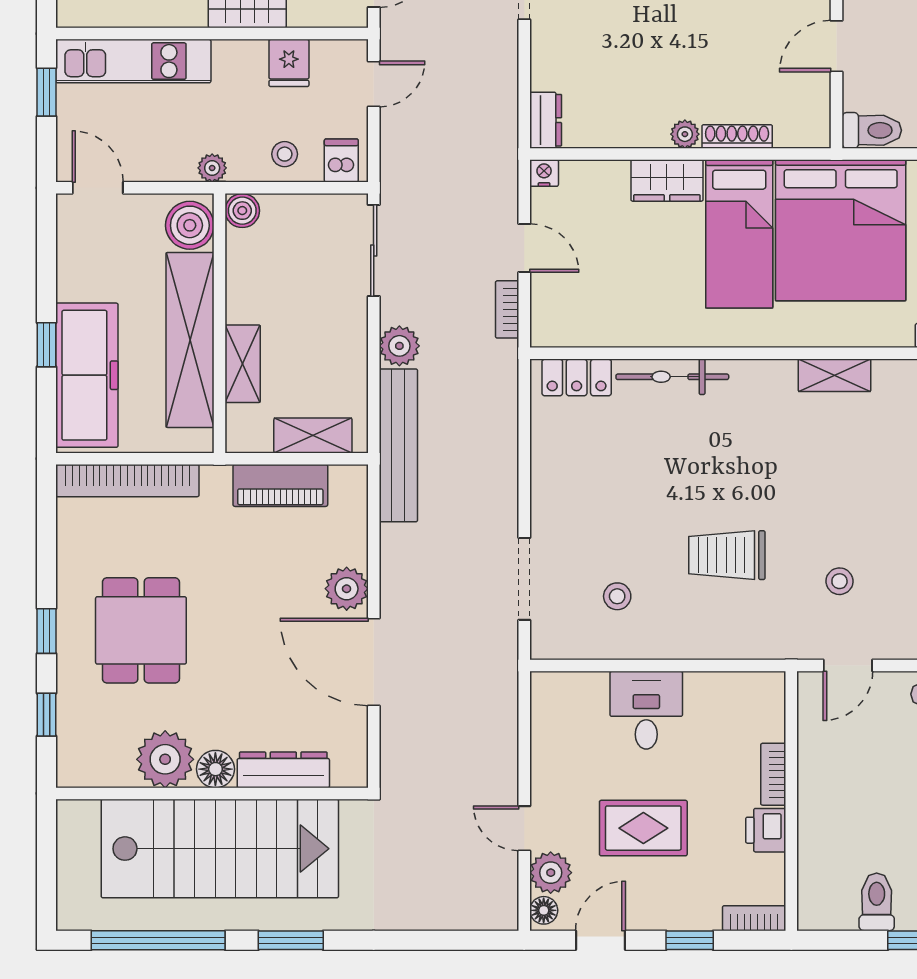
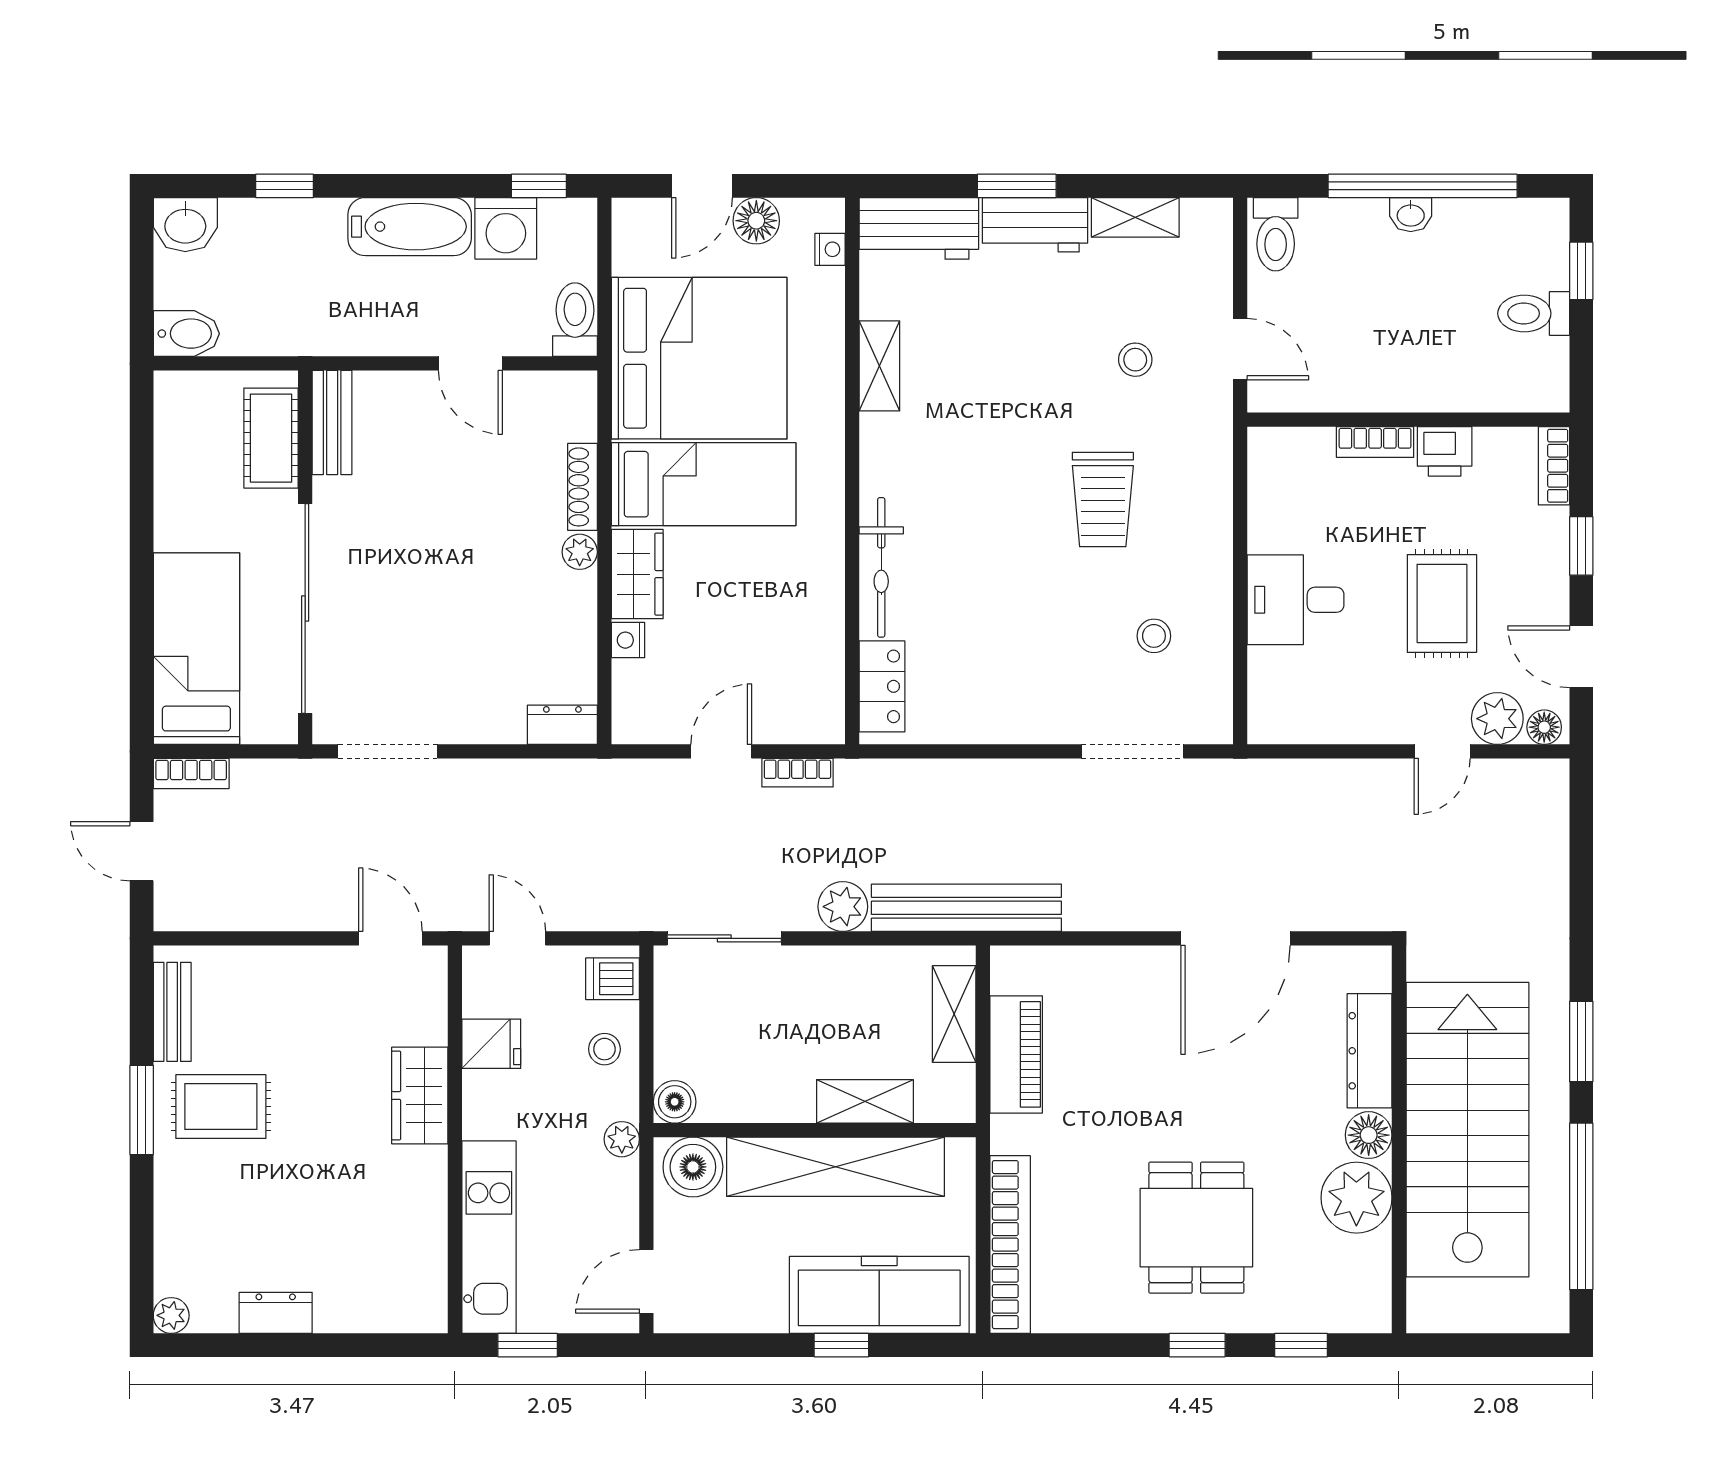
nightstand: (544, 173) -> (628, 640), moved
plant: (347, 589) -> (1145, 972), removed
dining table: (141, 630) -> (1196, 1228), turned 90

